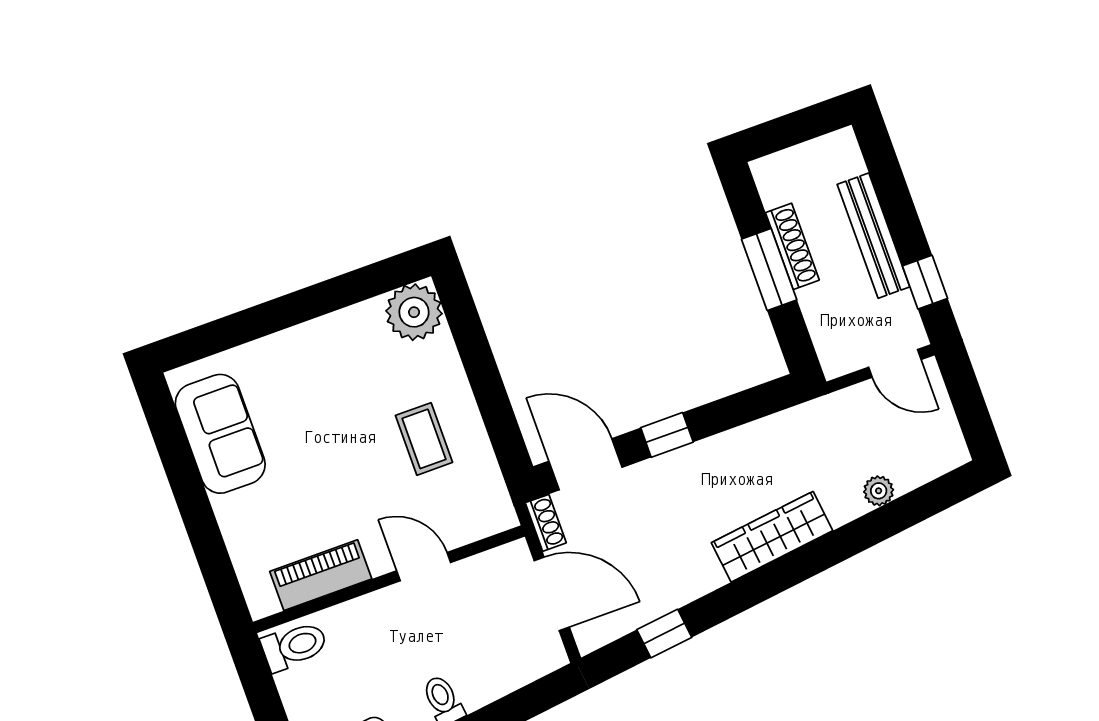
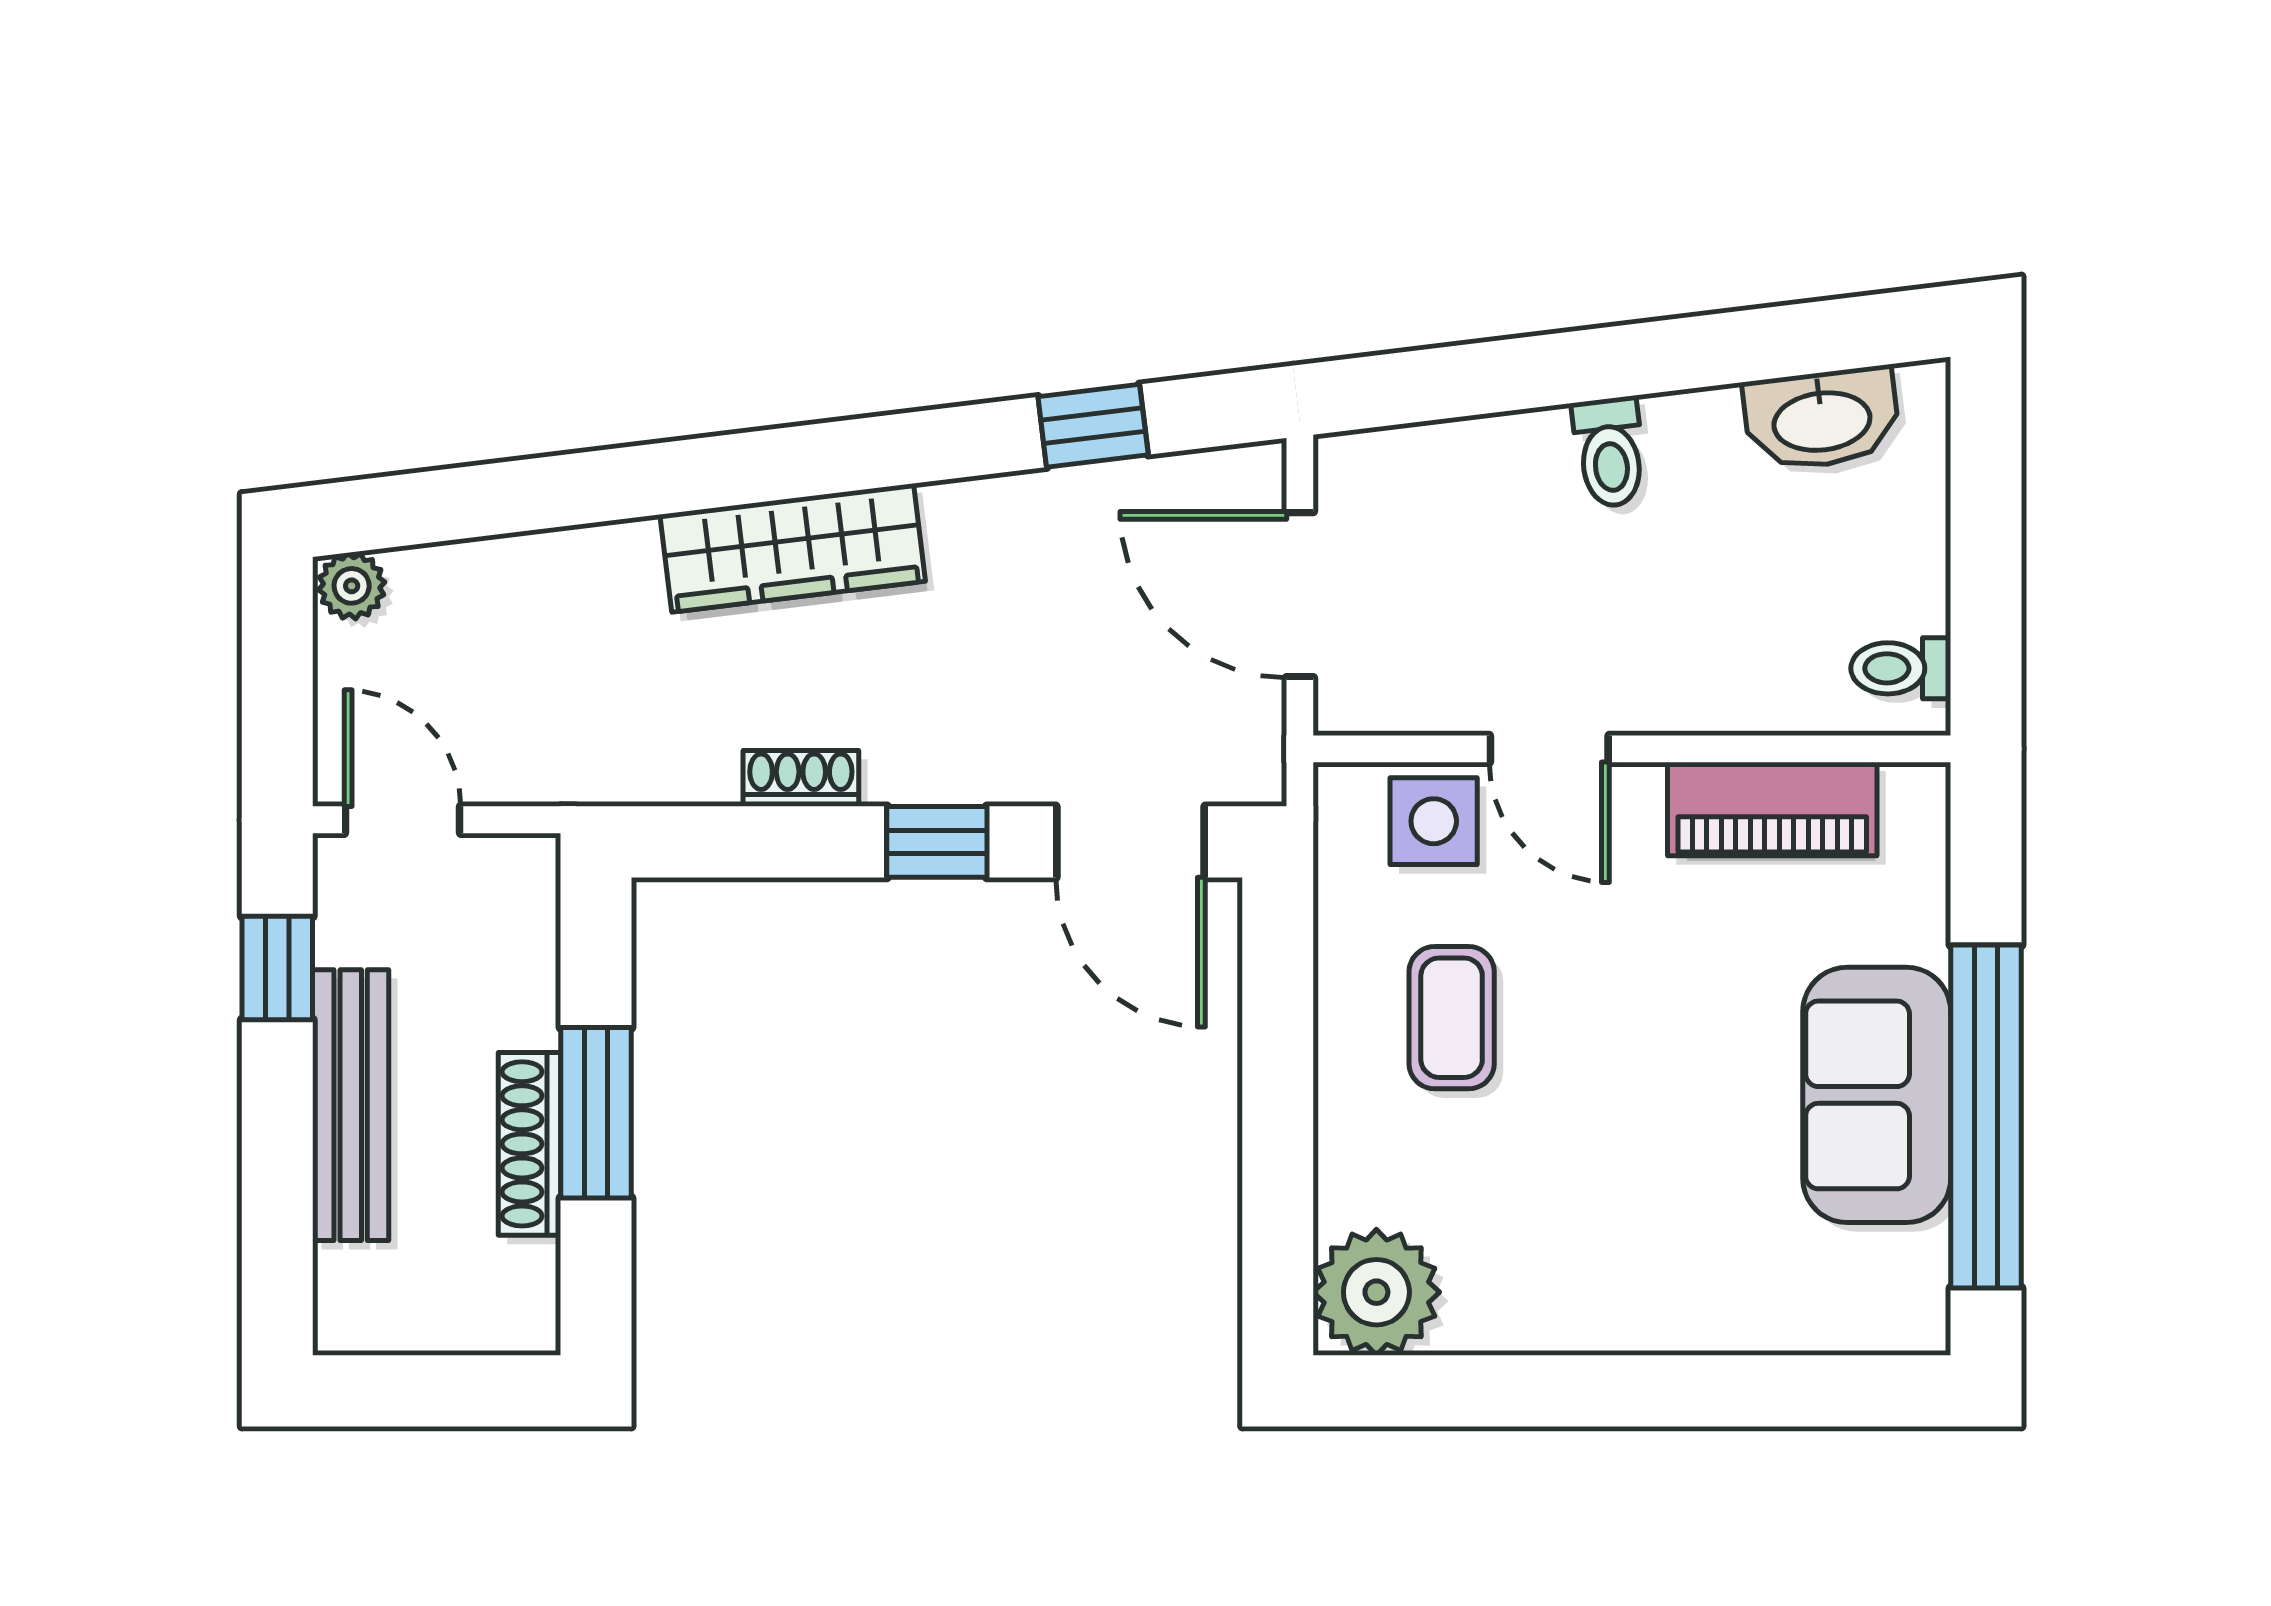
sofa: (220, 434) -> (1877, 1095), moved
window: (184, 478) -> (1986, 1117), added
plant: (879, 491) -> (352, 586), moved
side table: (461, 519) -> (1434, 821), added
shoe rack: (546, 523) -> (801, 778), moved, turned 90
toilet: (294, 646) -> (1901, 668), width x0.73, depth x0.72

